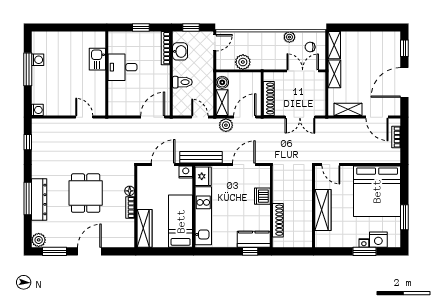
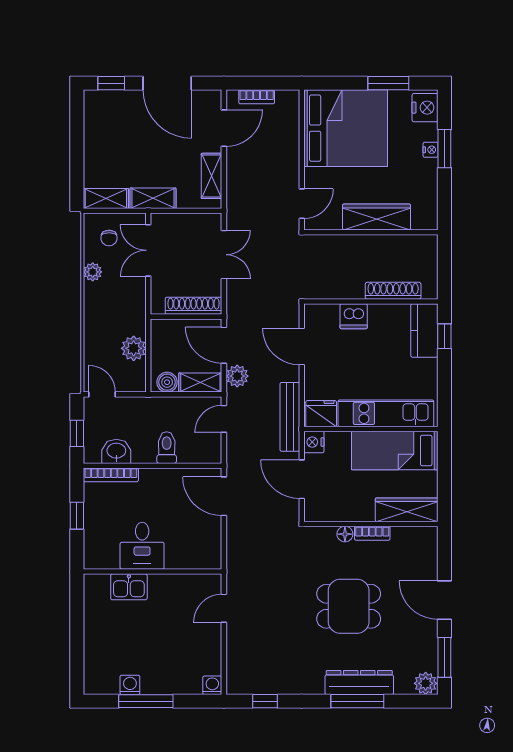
nightstand: (378, 240) -> (425, 108), moved

